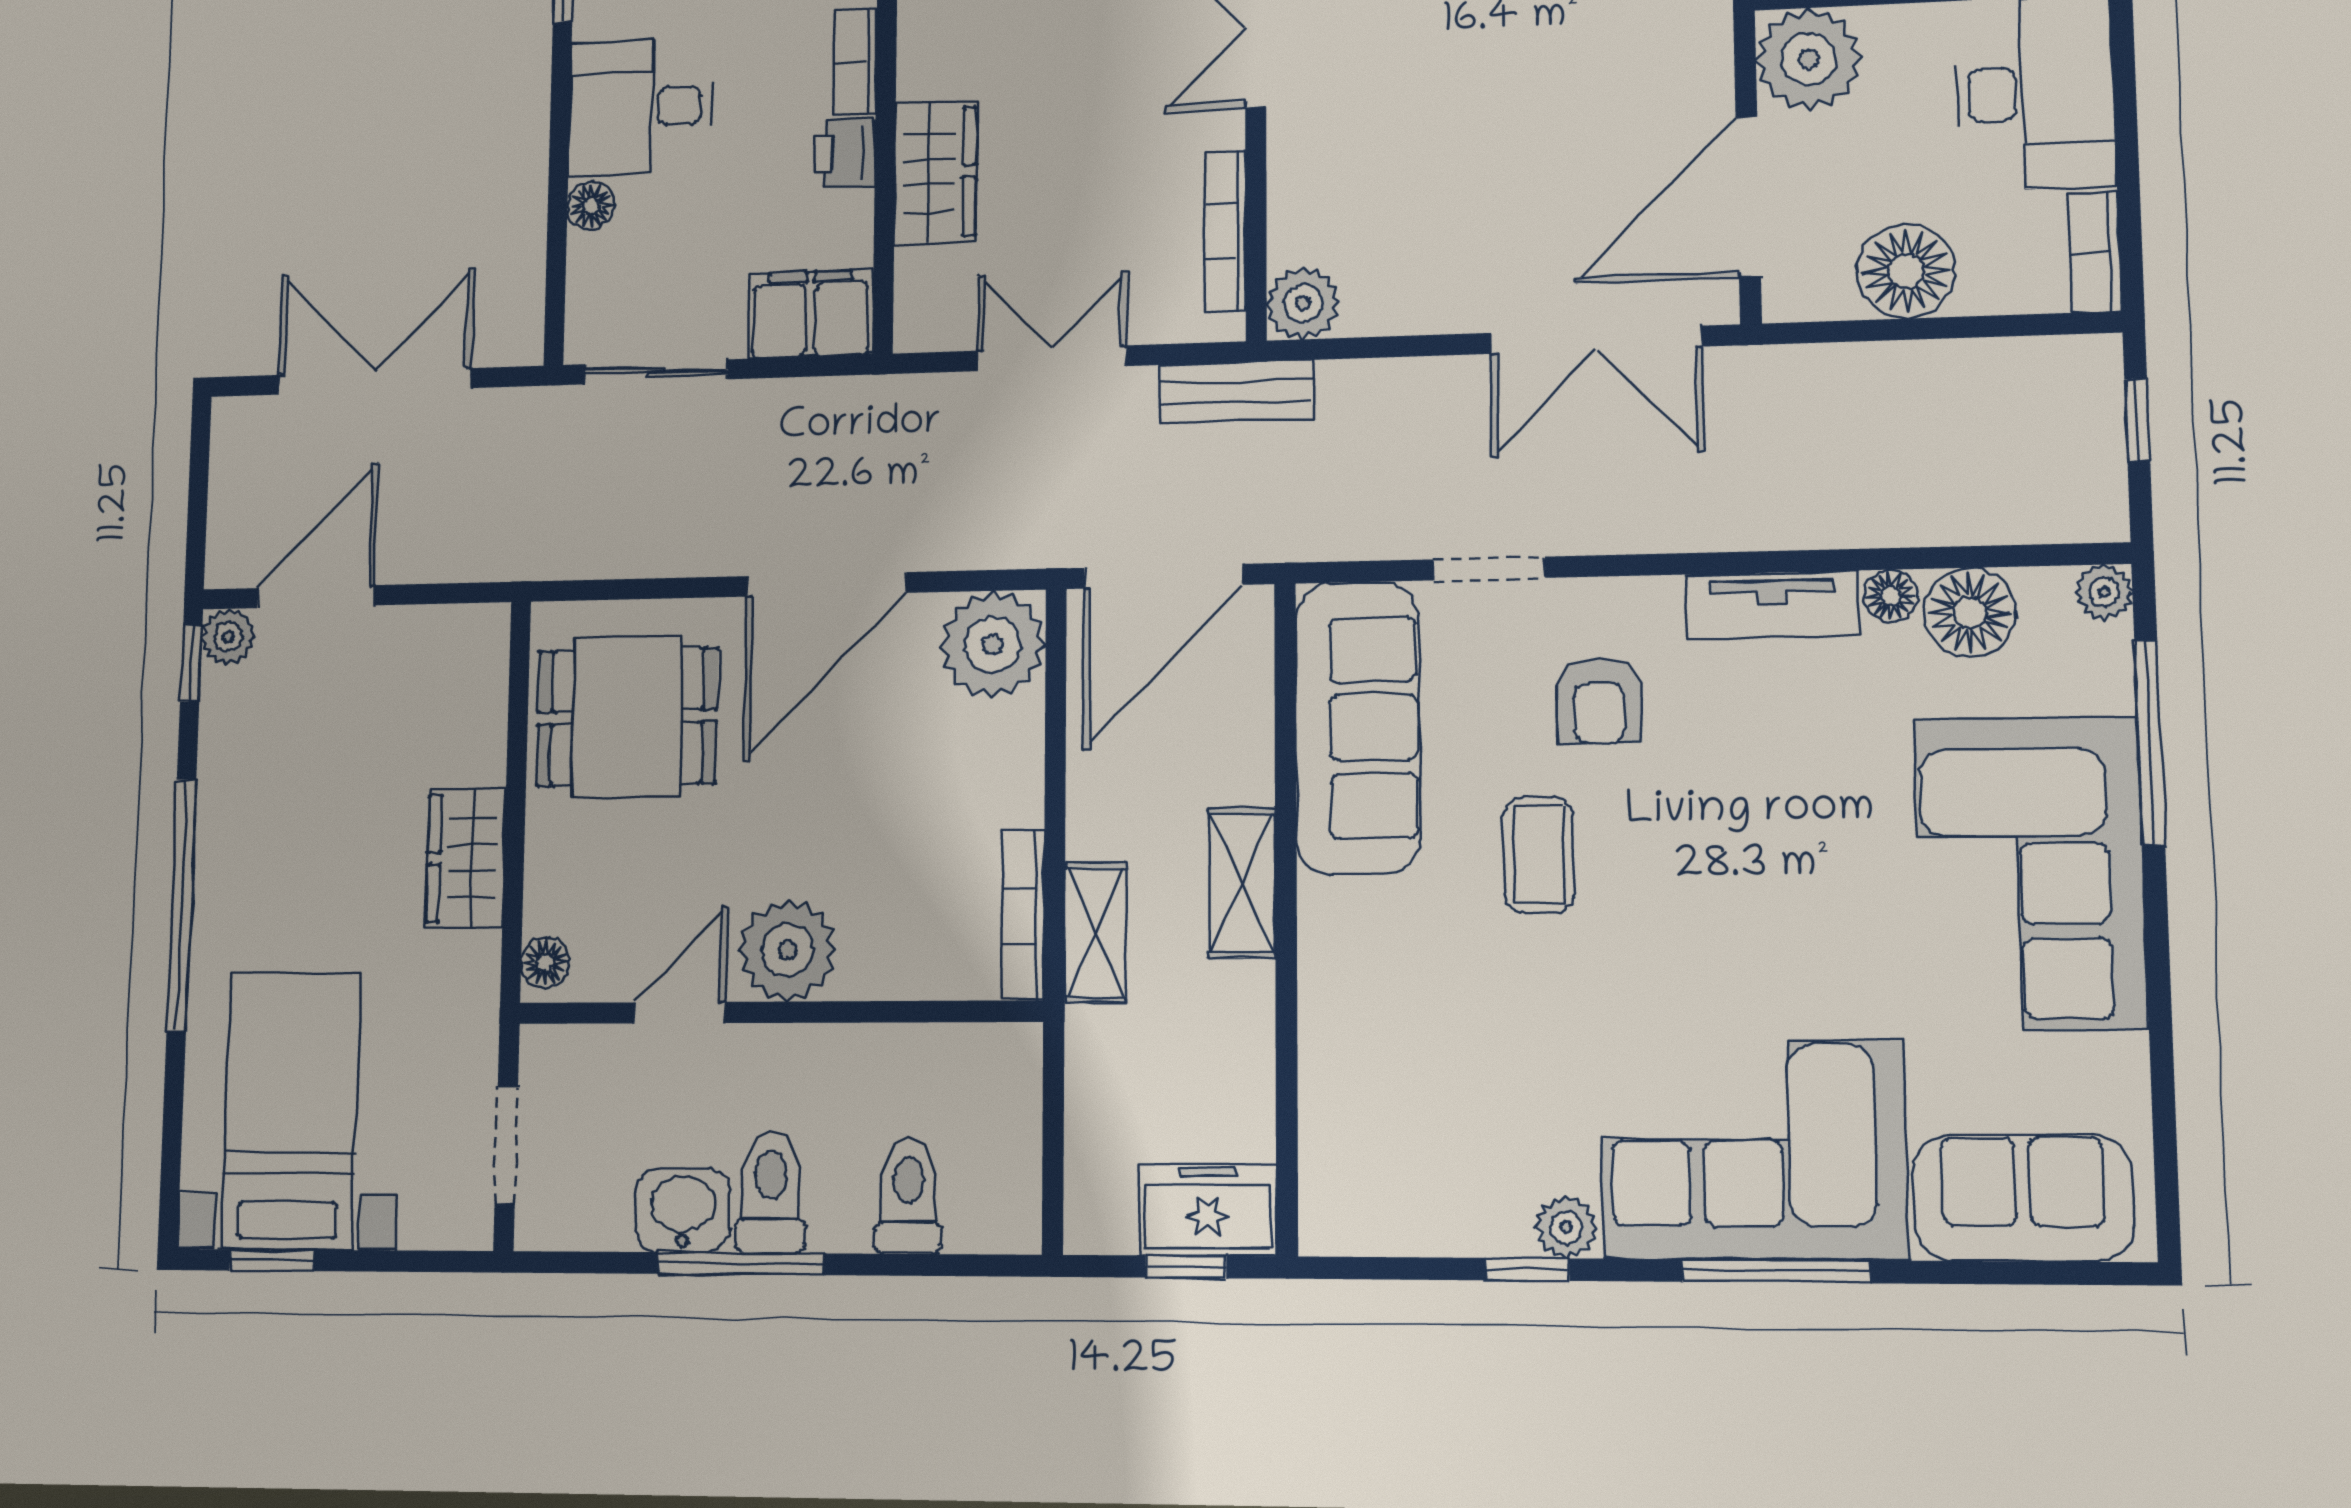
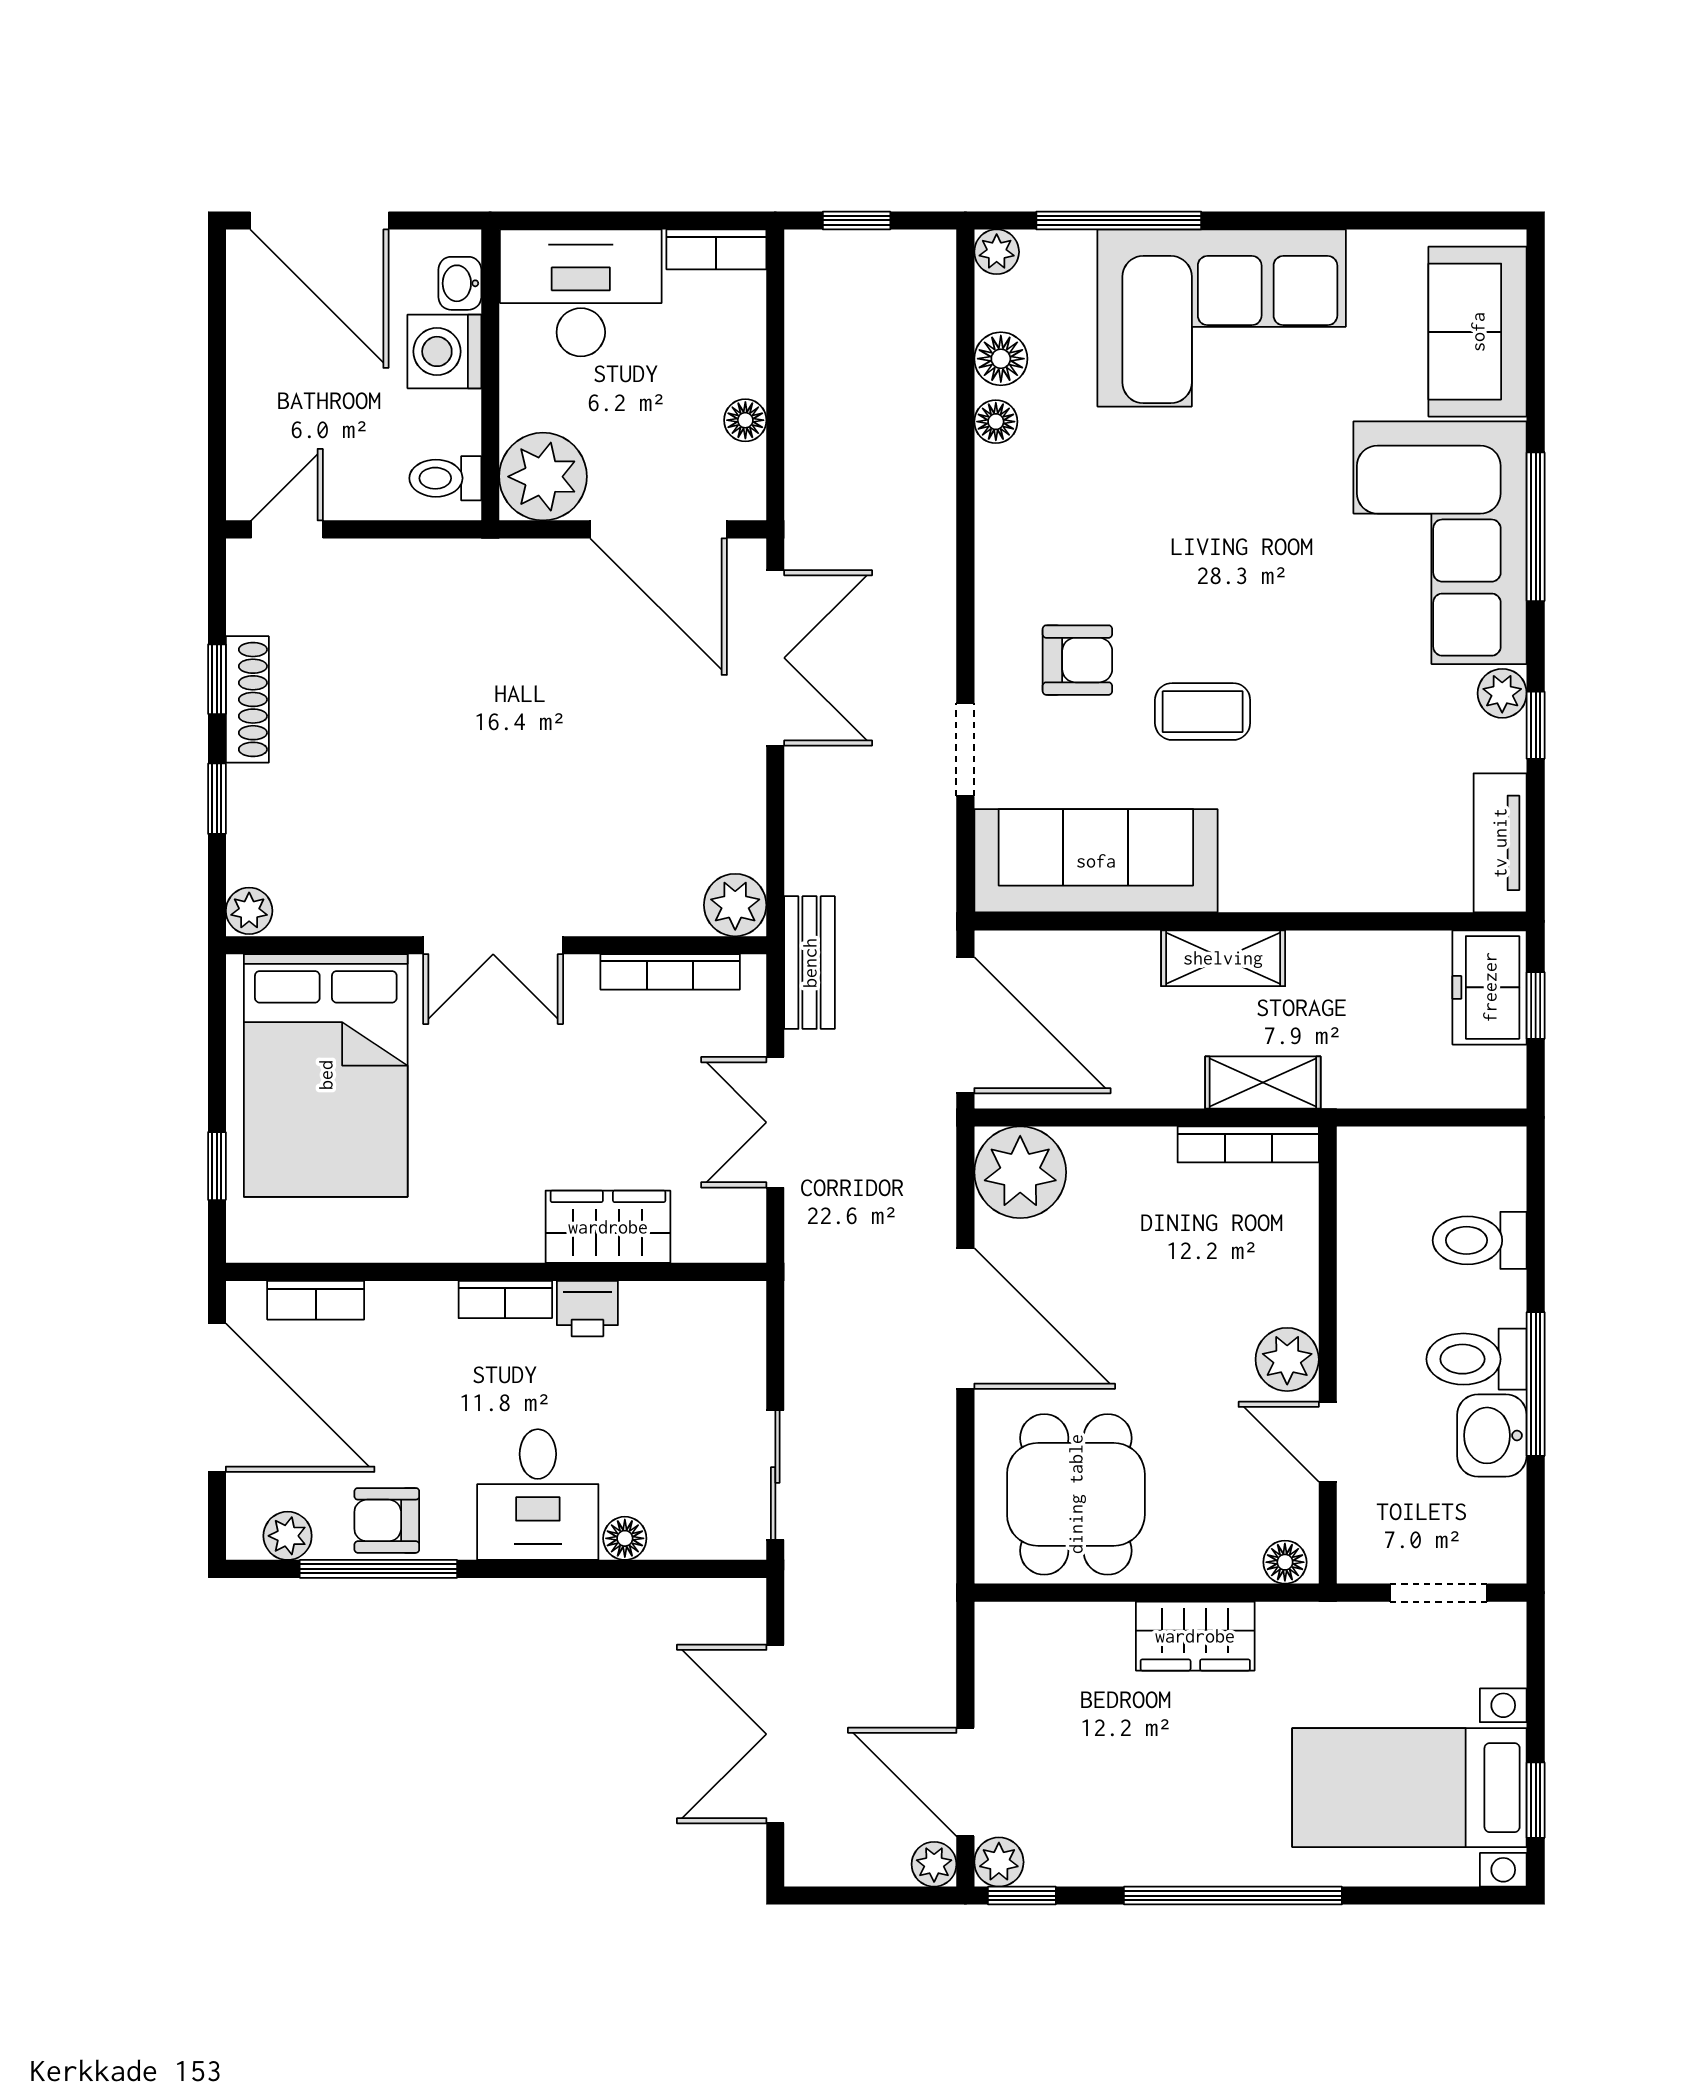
floor lamp: (1906, 271) -> (745, 420), width x0.53, depth x0.53
filing cabinet: (810, 314) -> (729, 1337), removed
plant: (229, 564) -> (934, 1864), added
tv unit: (1772, 605) -> (1500, 843), moved, turned 180
floor lamp: (1970, 613) -> (1001, 359), width x0.73, depth x0.73
plant: (787, 950) -> (1287, 1359), width x0.73, depth x0.73

